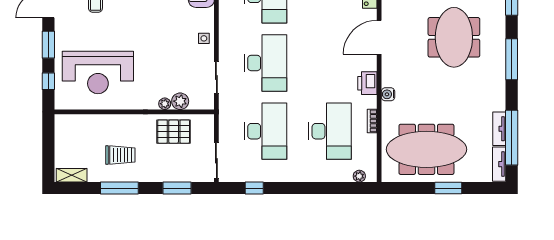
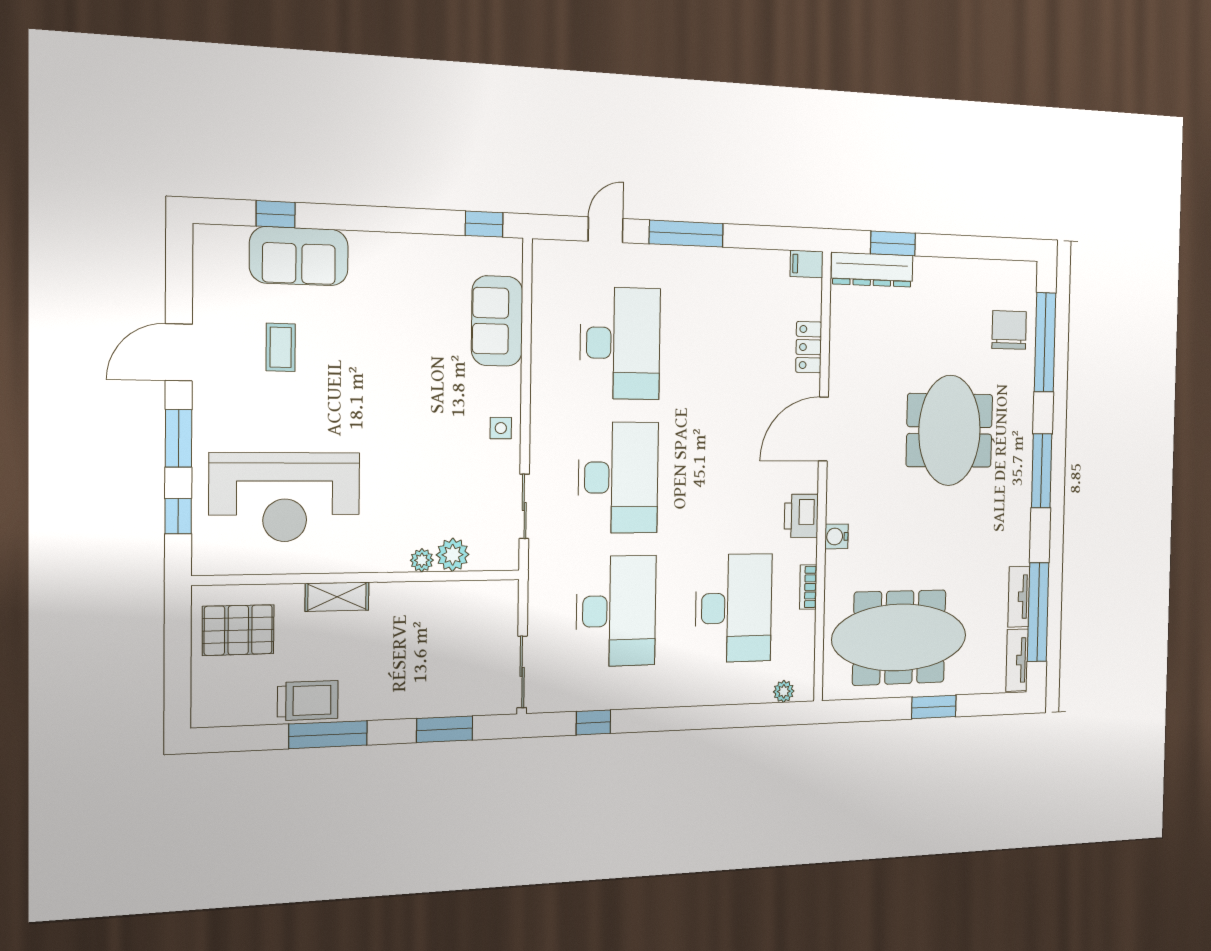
pallet: (174, 132) -> (238, 630), moved
trolley: (120, 155) -> (308, 701), moved
shelving: (72, 175) -> (337, 597), moved

